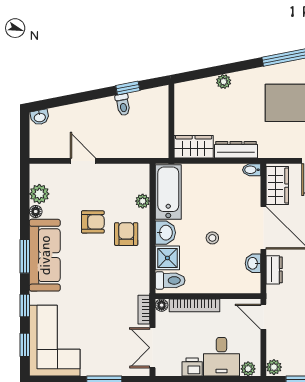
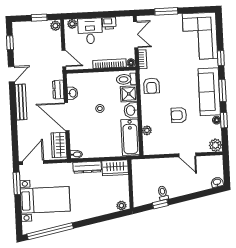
plant: (224, 82) -> (121, 206), moved
plant: (39, 194) -> (215, 145), moved
armchair: (126, 234) -> (151, 86), moved
window: (25, 345) -> (224, 120), moved

